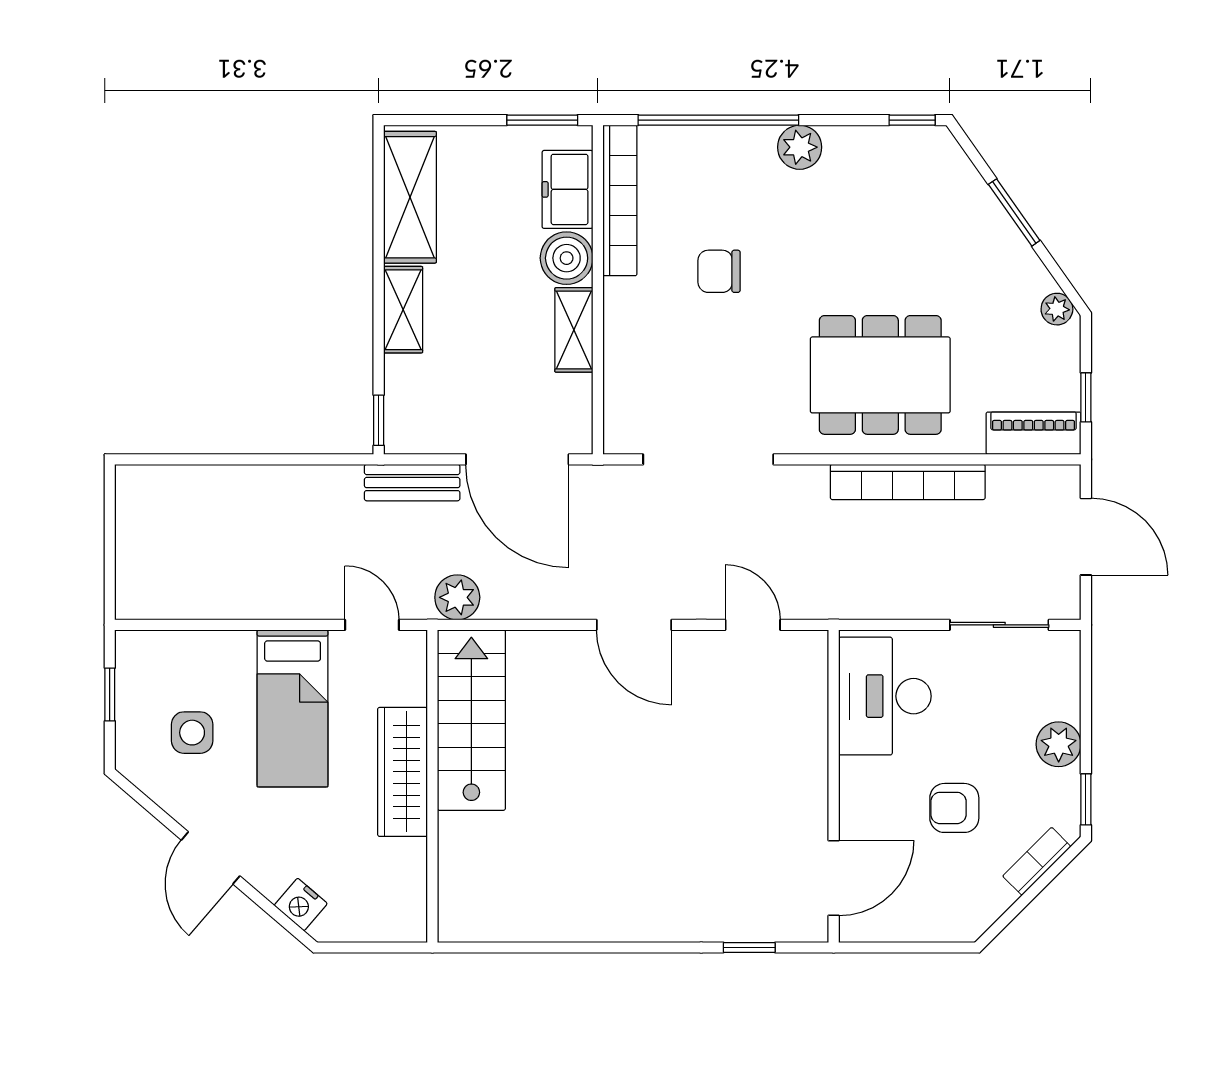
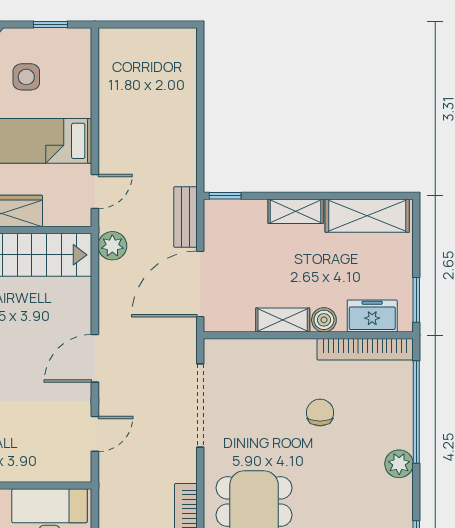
boiler: (567, 258) -> (324, 320), width x0.73, depth x0.73

